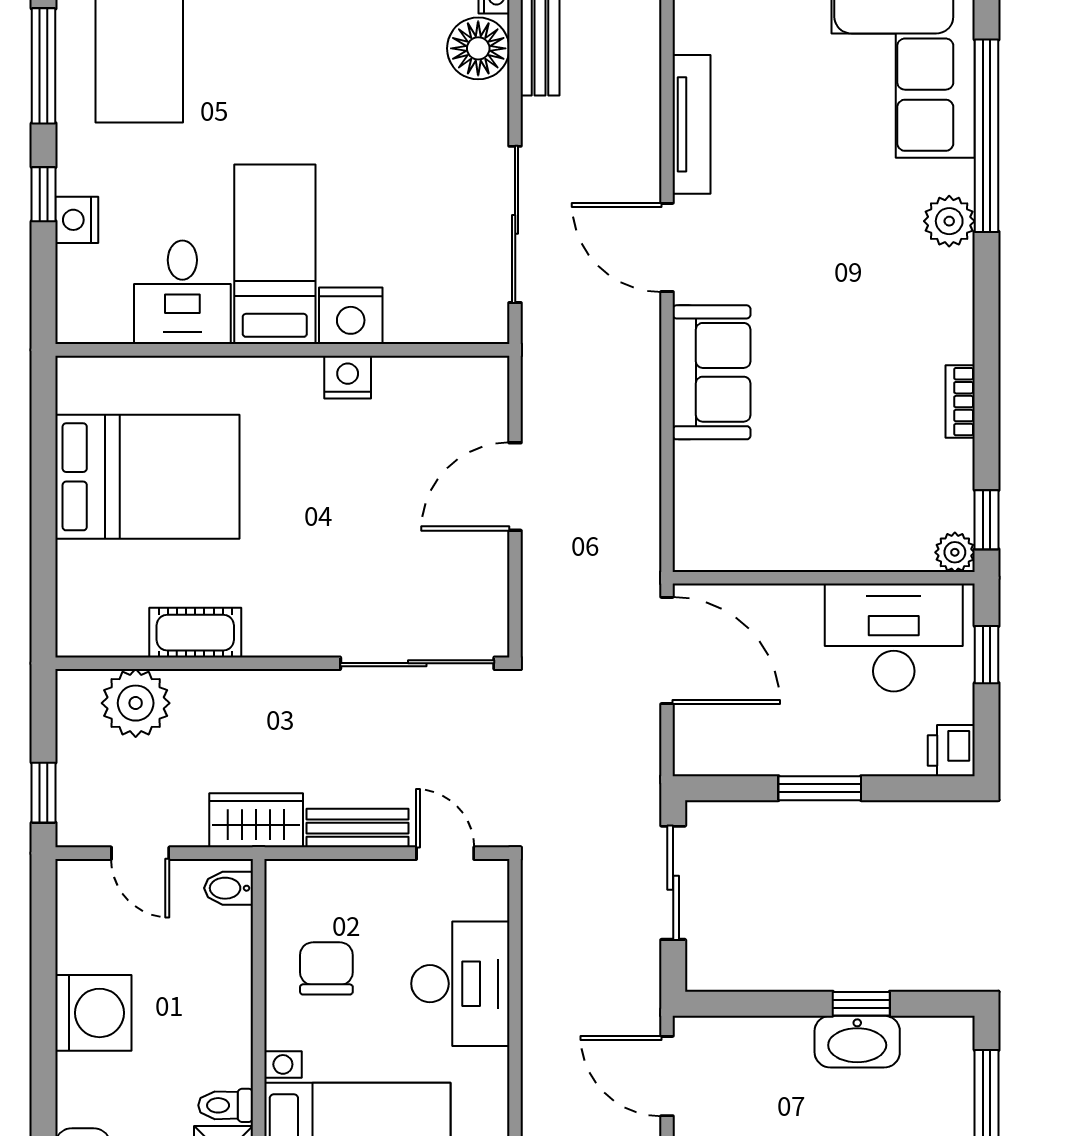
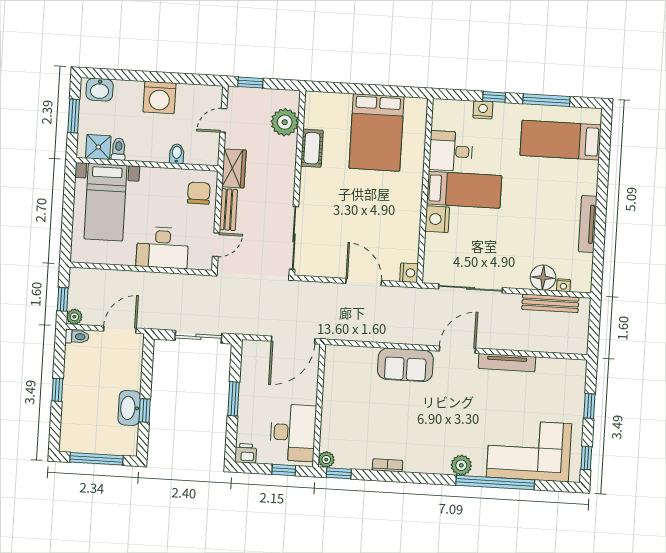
nightstand: (348, 377) -> (409, 273), moved
bidet: (229, 888) -> (177, 154), moved
chair: (326, 968) -> (199, 193), moved, turned -90

